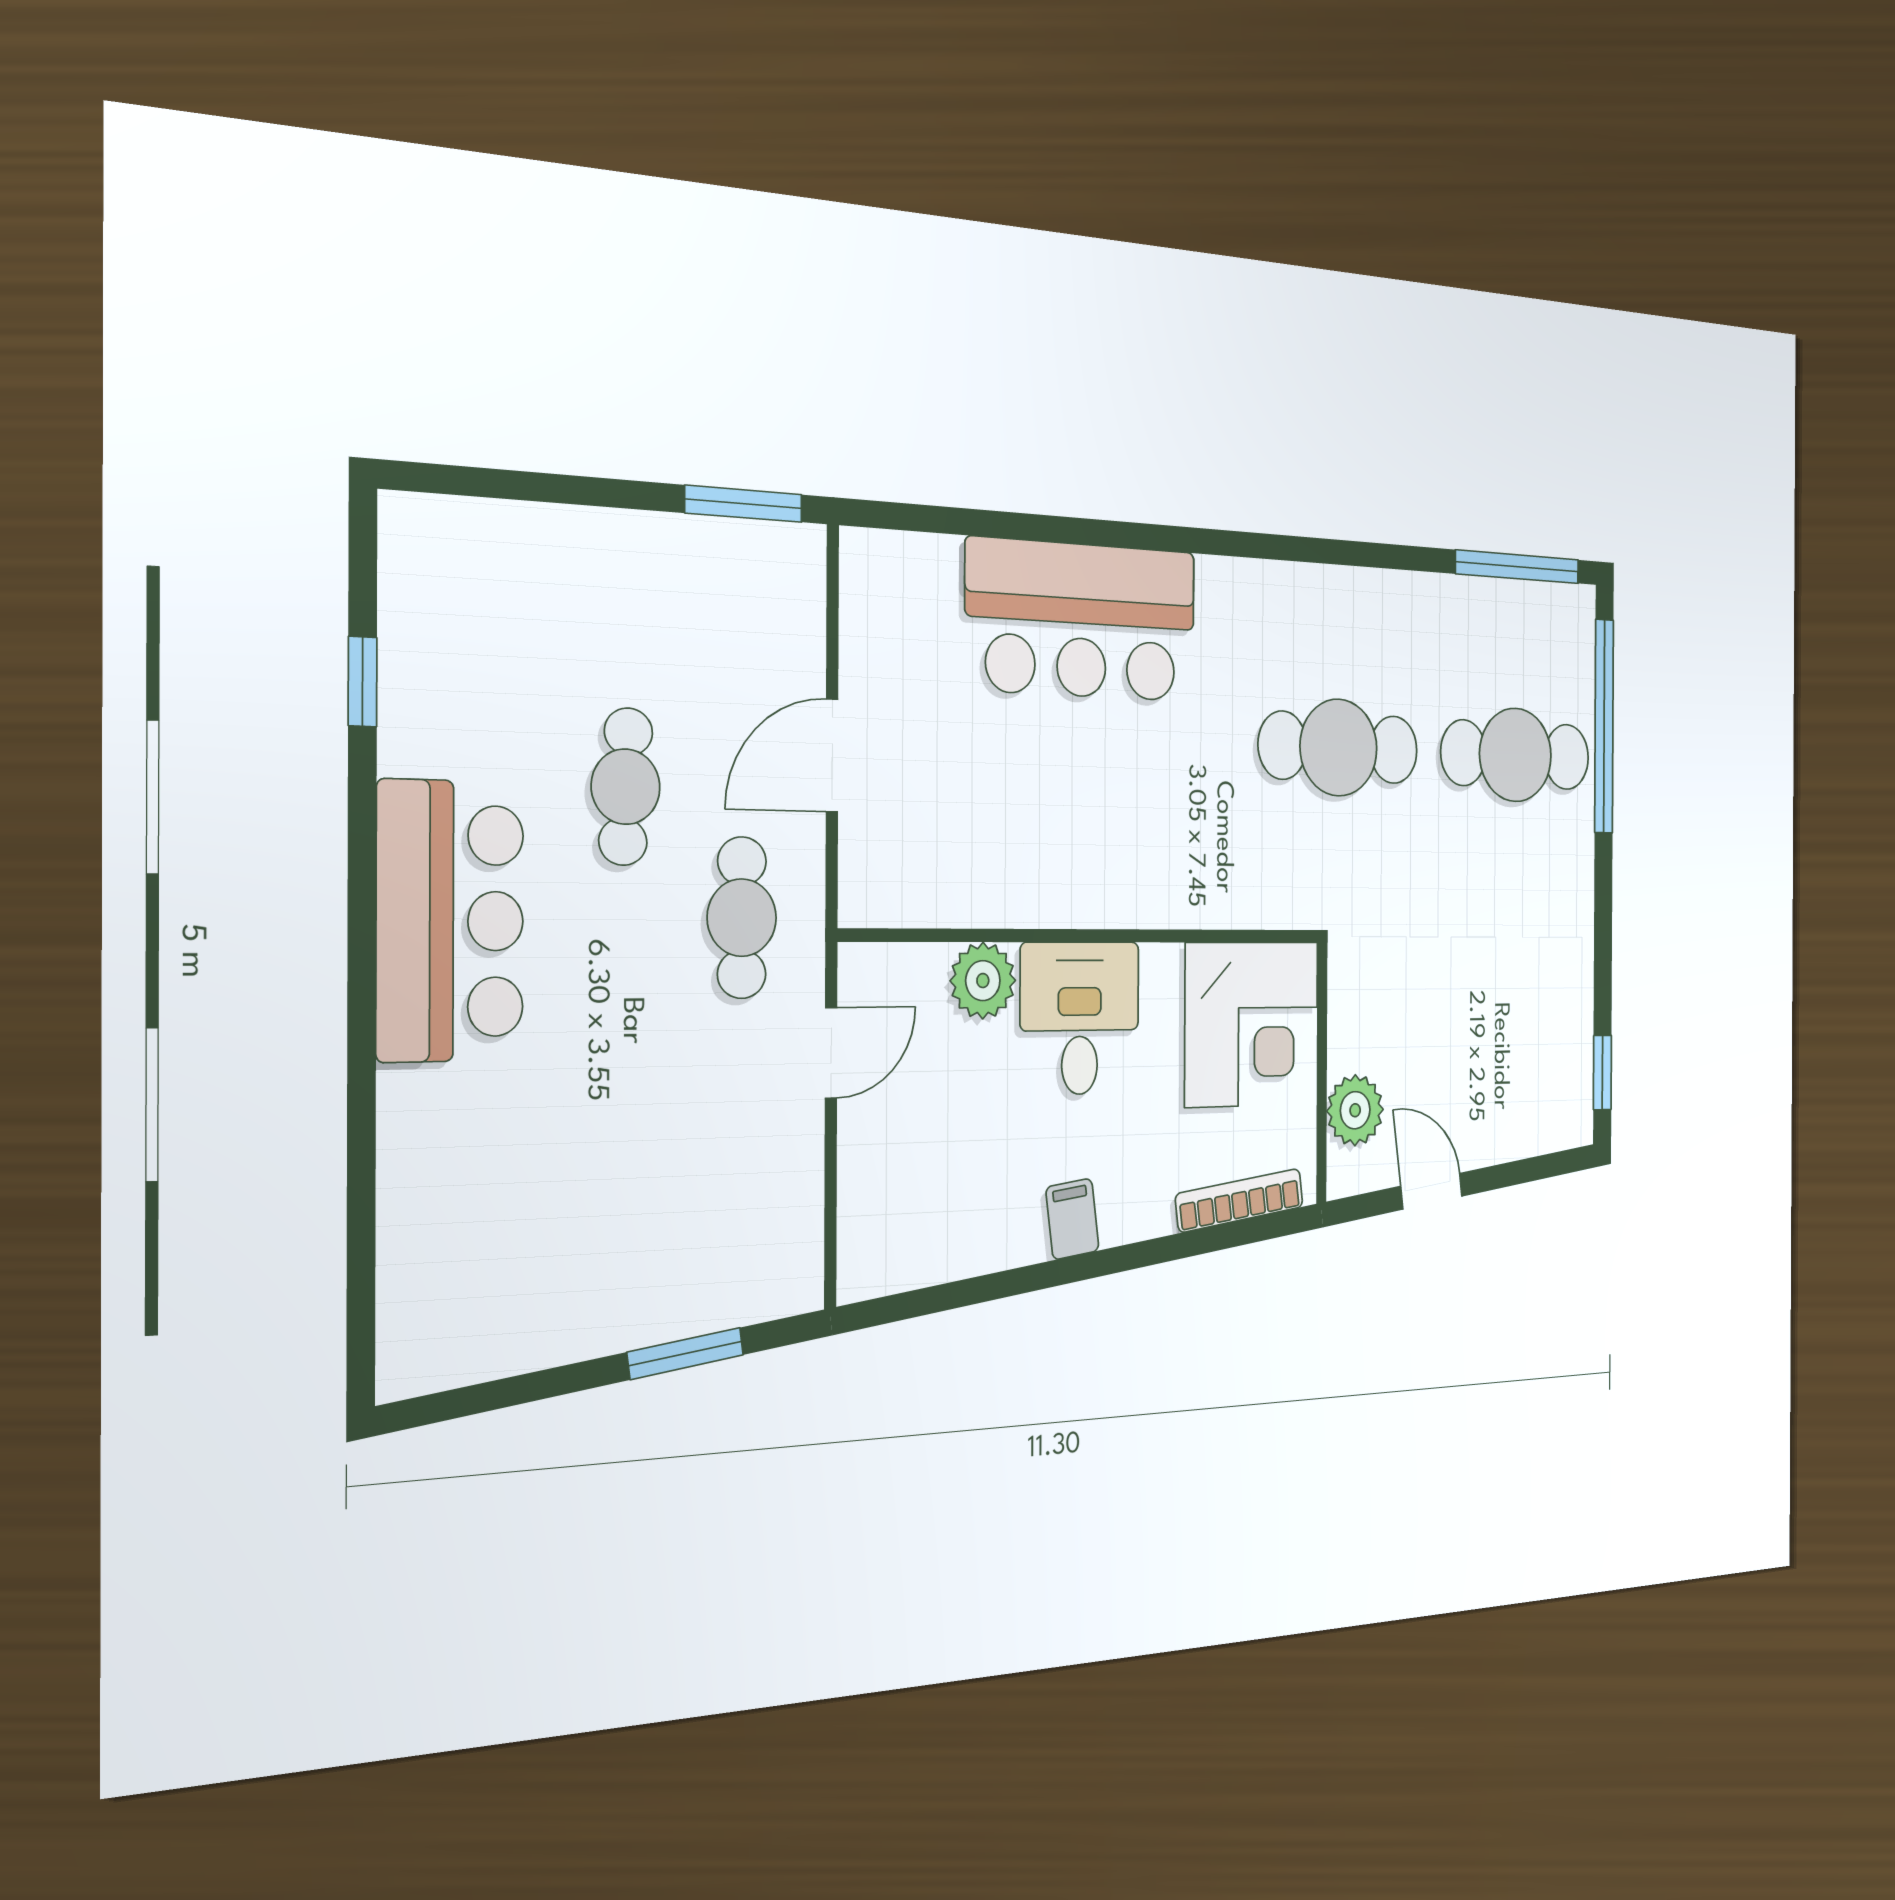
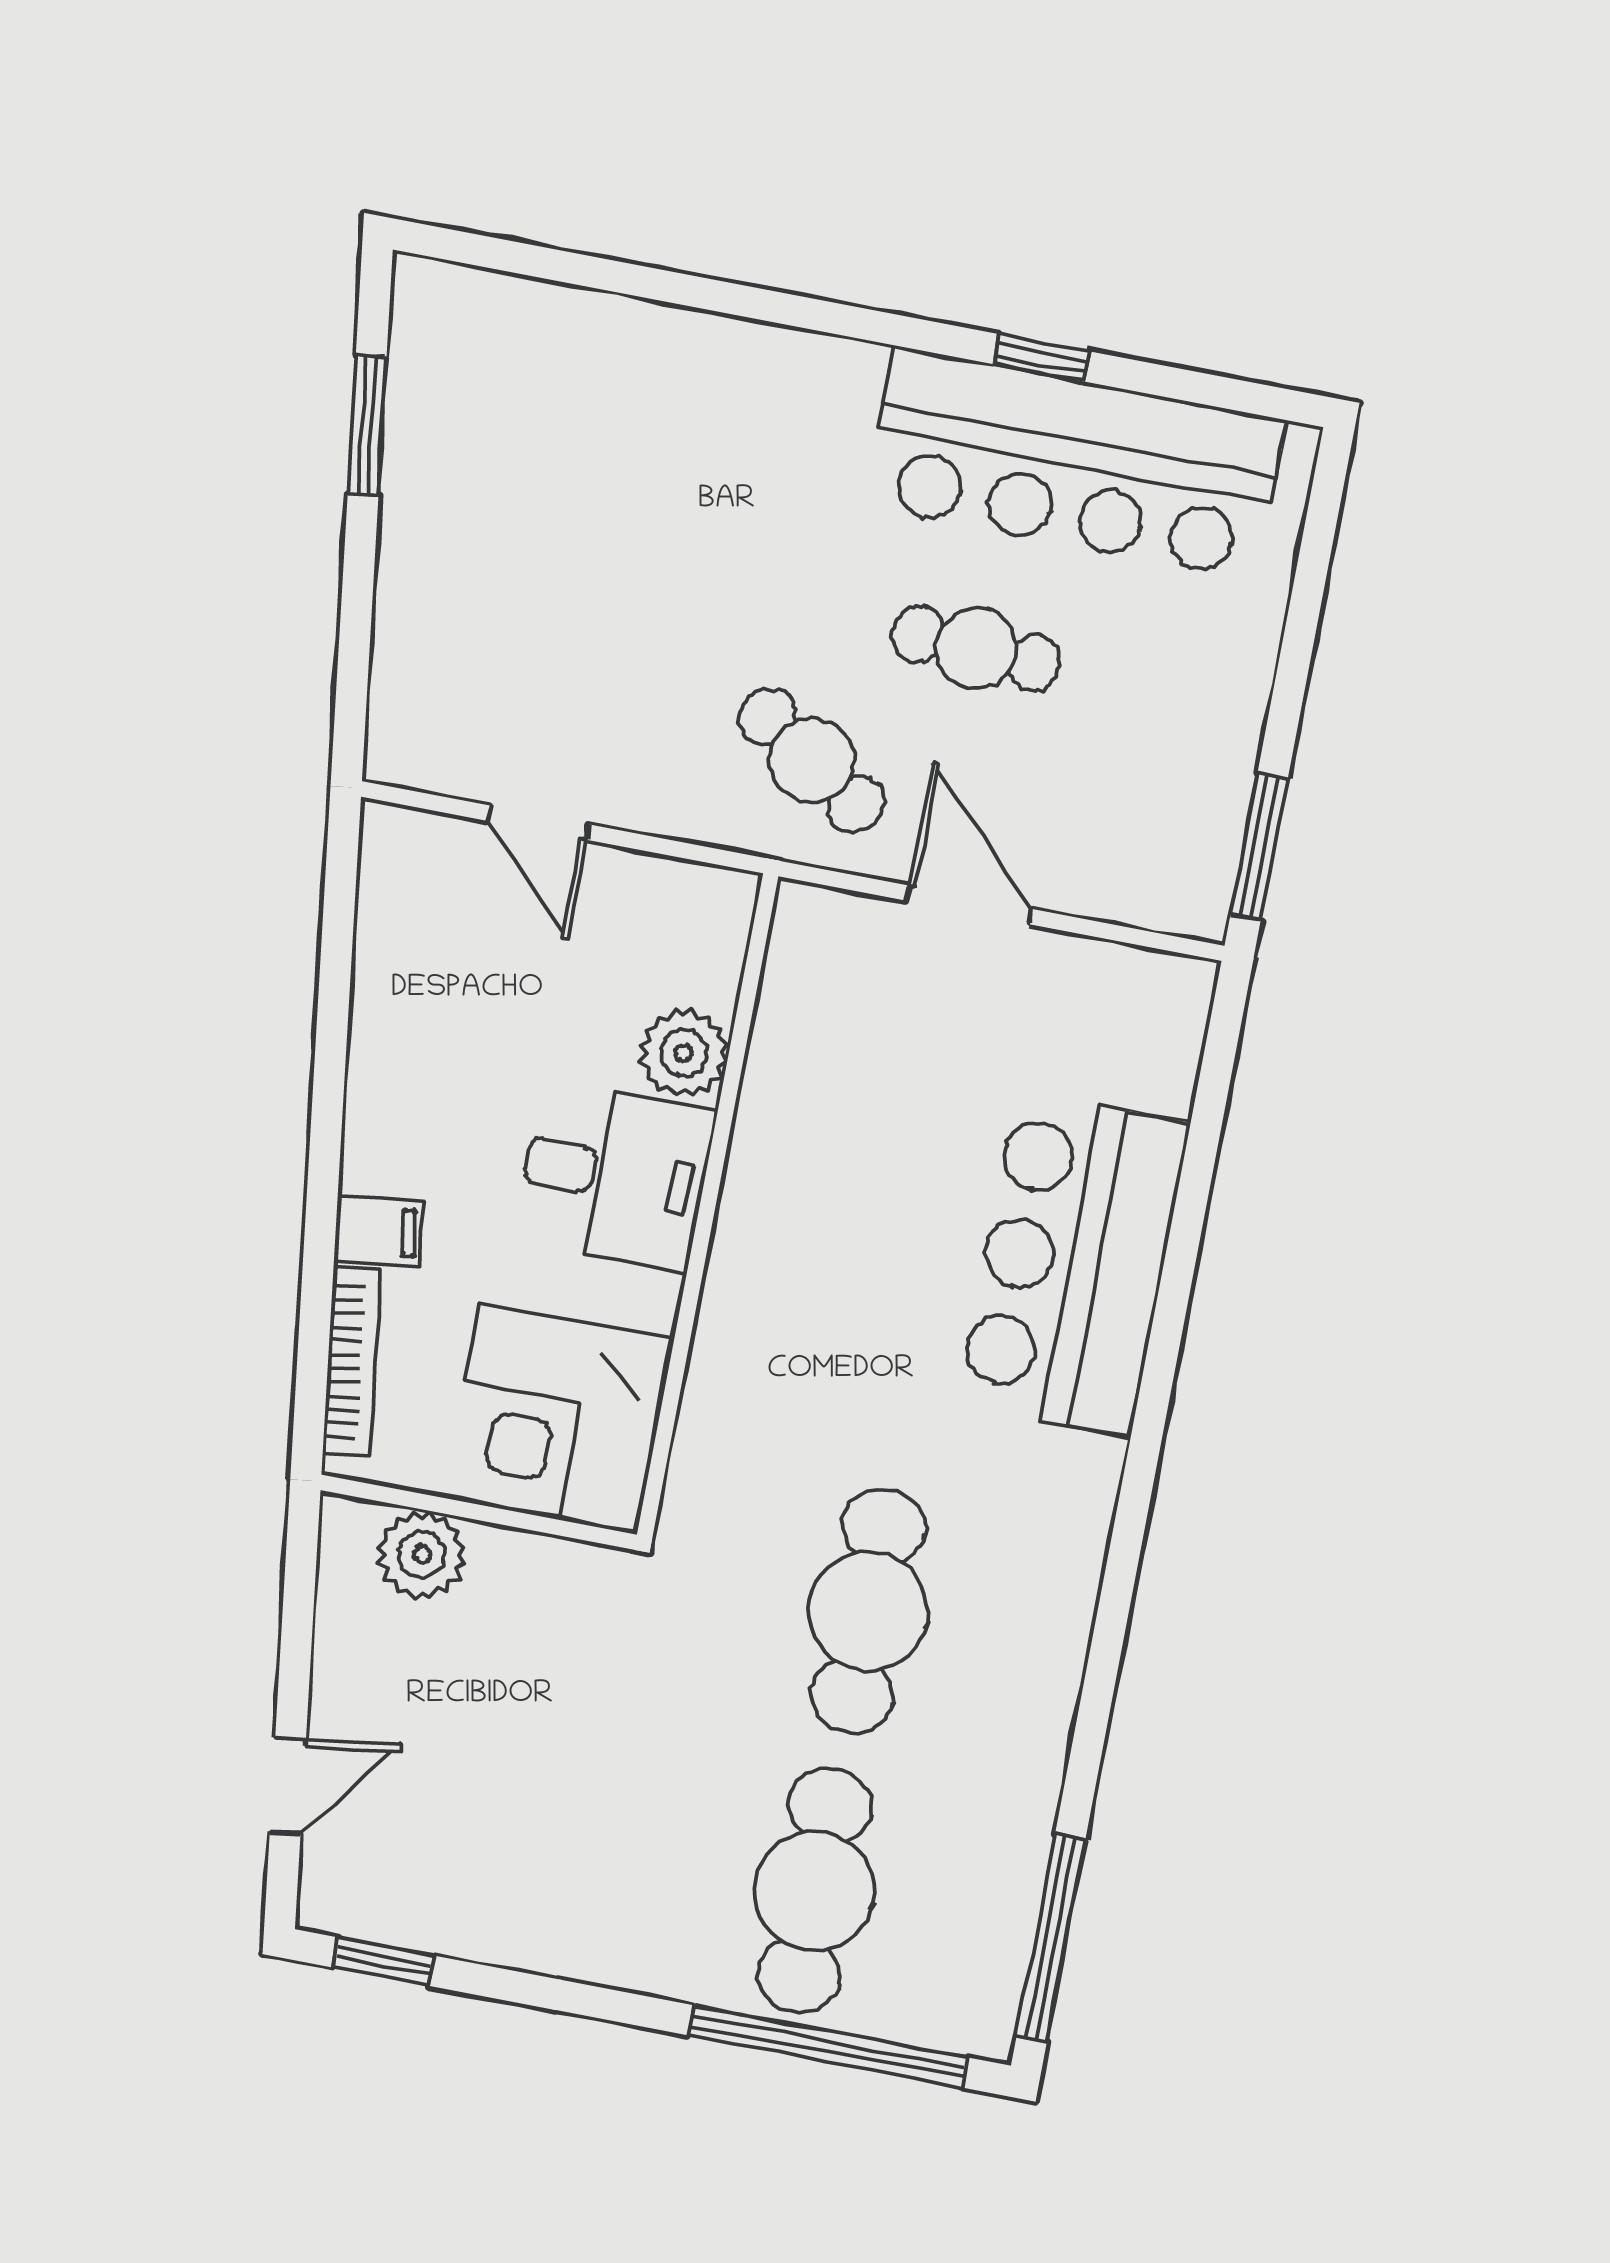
window: (363, 682) -> (1041, 358), moved
cafe table: (742, 918) -> (812, 760), turned 34
bar counter: (450, 921) -> (1075, 463), moved, width x1.36
door: (831, 1053) -> (539, 823), moved
door: (1431, 1191) -> (288, 1786), moved
filing cabinet: (1072, 1219) -> (379, 1231), moved
window: (686, 1354) -> (367, 425), moved

